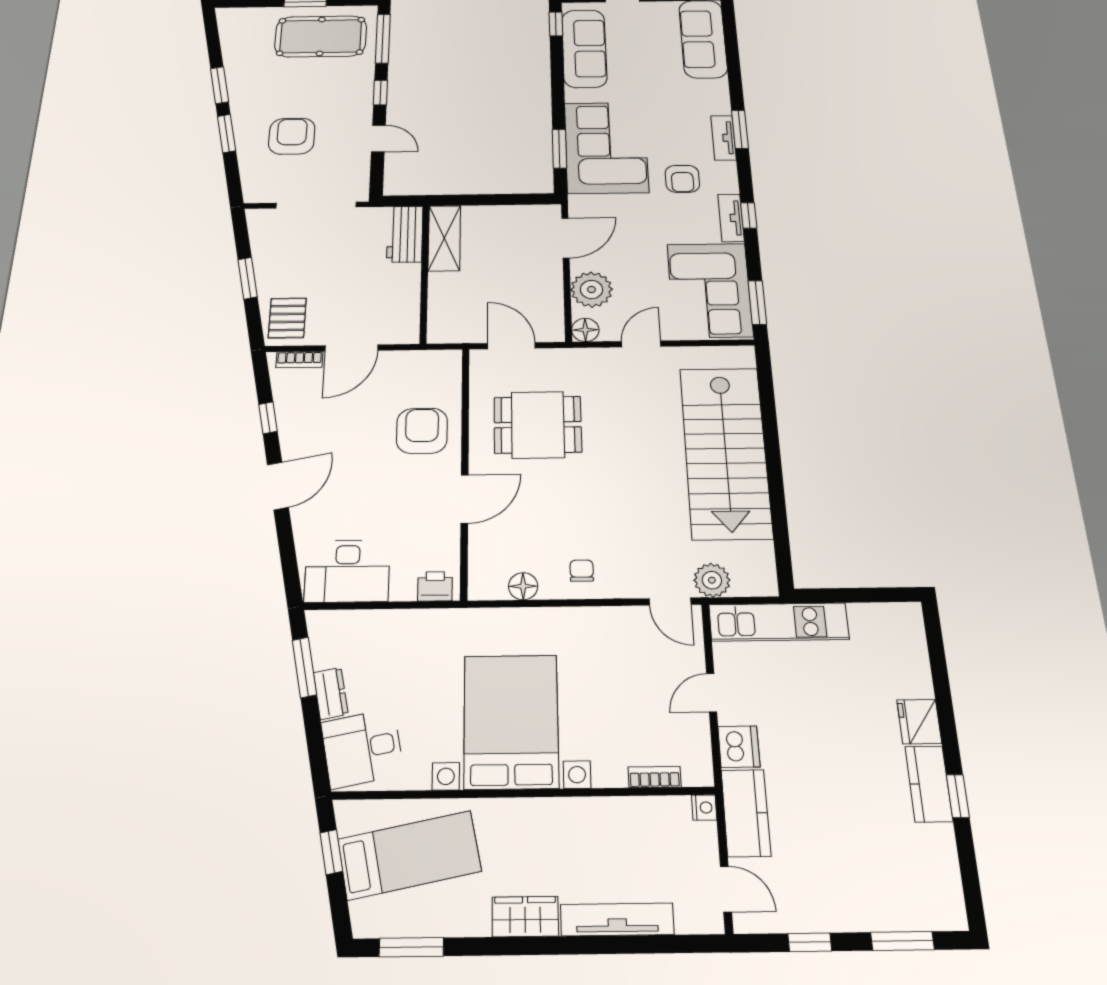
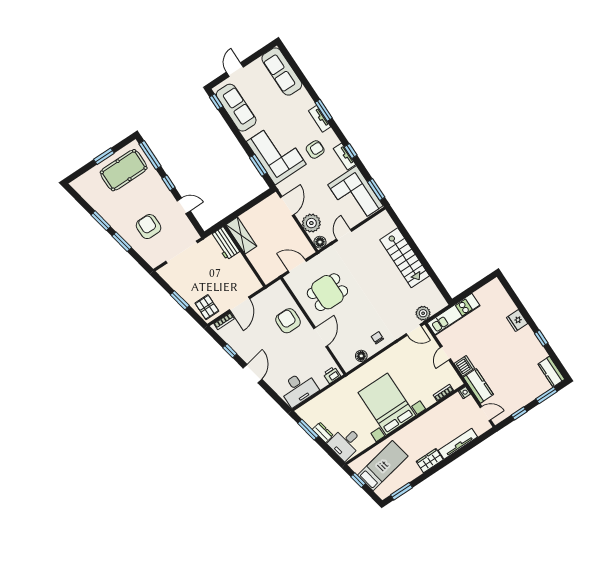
armchair: (682, 179) -> (315, 149), turned -90
stairs: (725, 452) -> (405, 258), width x0.73, depth x0.66
kitchen counter: (929, 784) -> (551, 372), moved

